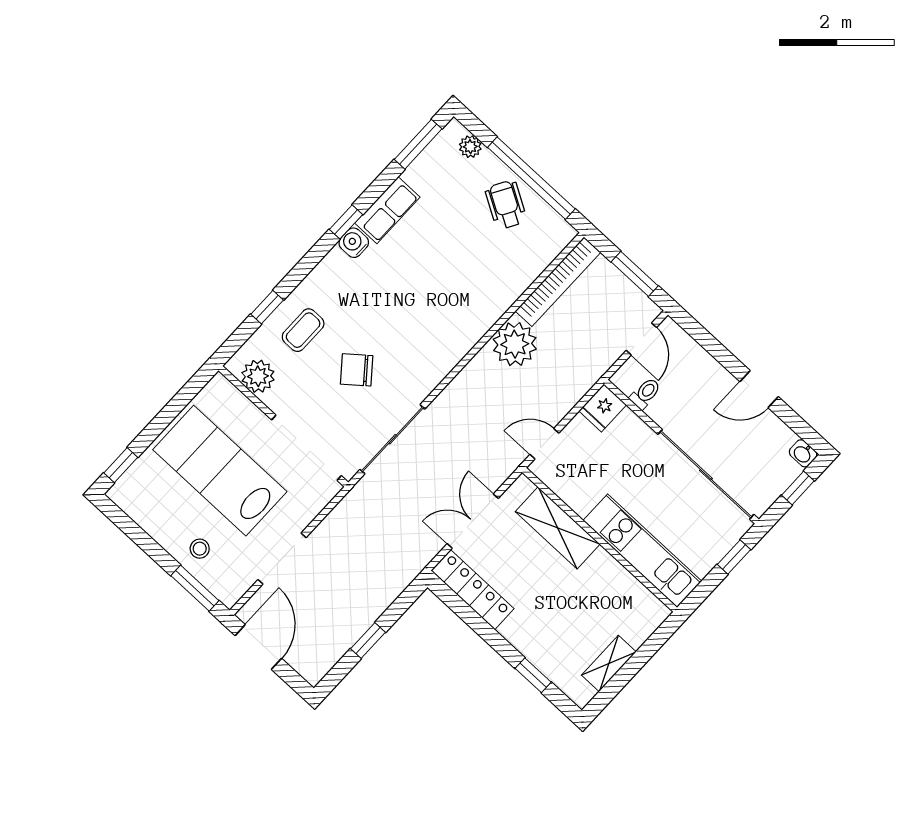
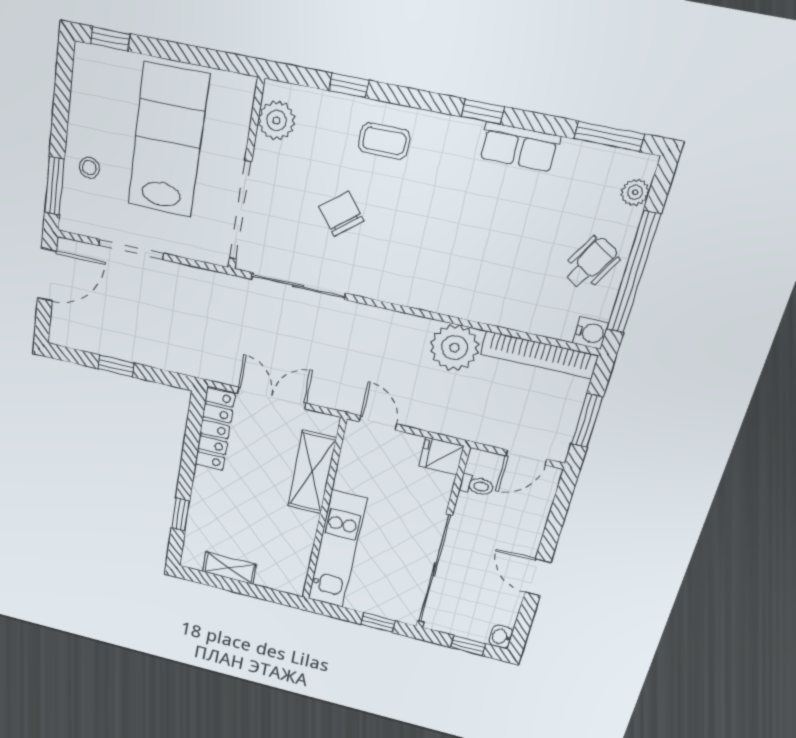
water cooler: (354, 243) -> (591, 333), moved, turned 90
coffee table: (303, 330) -> (384, 141), moved

